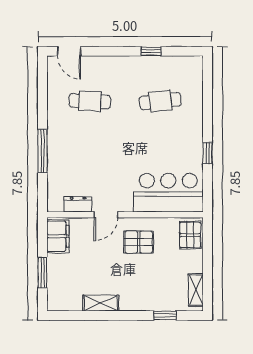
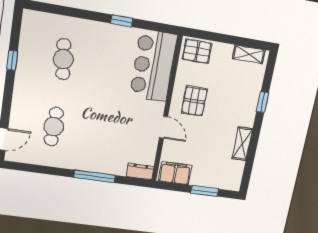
dresser: (78, 204) -> (140, 171), moved, turned 90
window: (165, 315) -> (263, 102), moved

